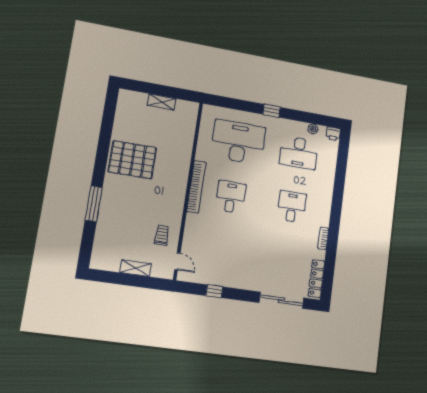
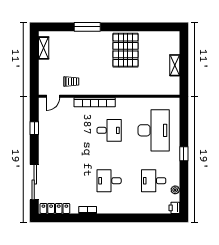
desk: (299, 153) -> (154, 181), width x0.73
bookcase: (196, 187) -> (95, 102), moved
desk: (292, 207) -> (109, 181), turned 180
shelving: (136, 268) -> (44, 48), moved

